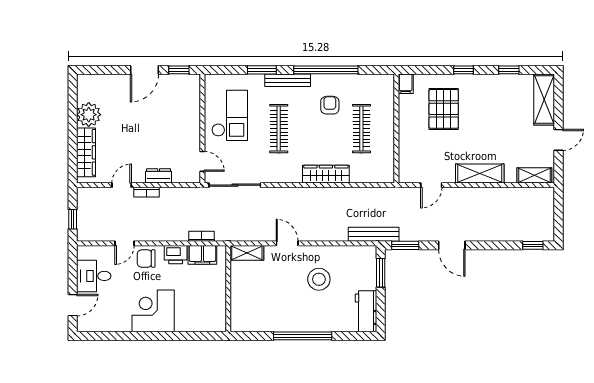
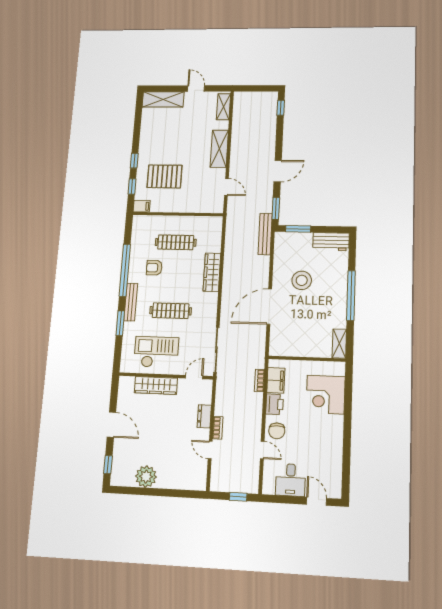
window: (179, 70) -> (108, 465), moved
window: (509, 70) -> (132, 187), moved
wardrobe: (86, 152) -> (156, 385), moved, turned 180
door: (287, 243) -> (269, 306), width x1.87
shelving: (247, 253) -> (339, 344), moved
corner desk: (153, 311) -> (326, 395), moved

